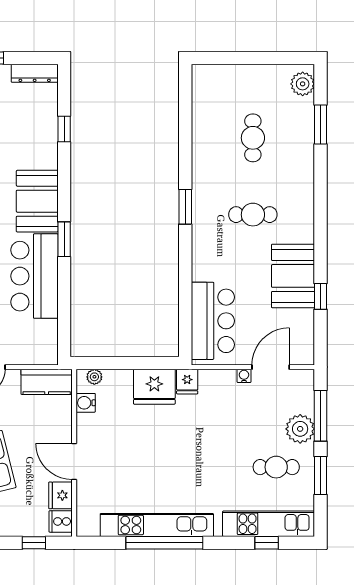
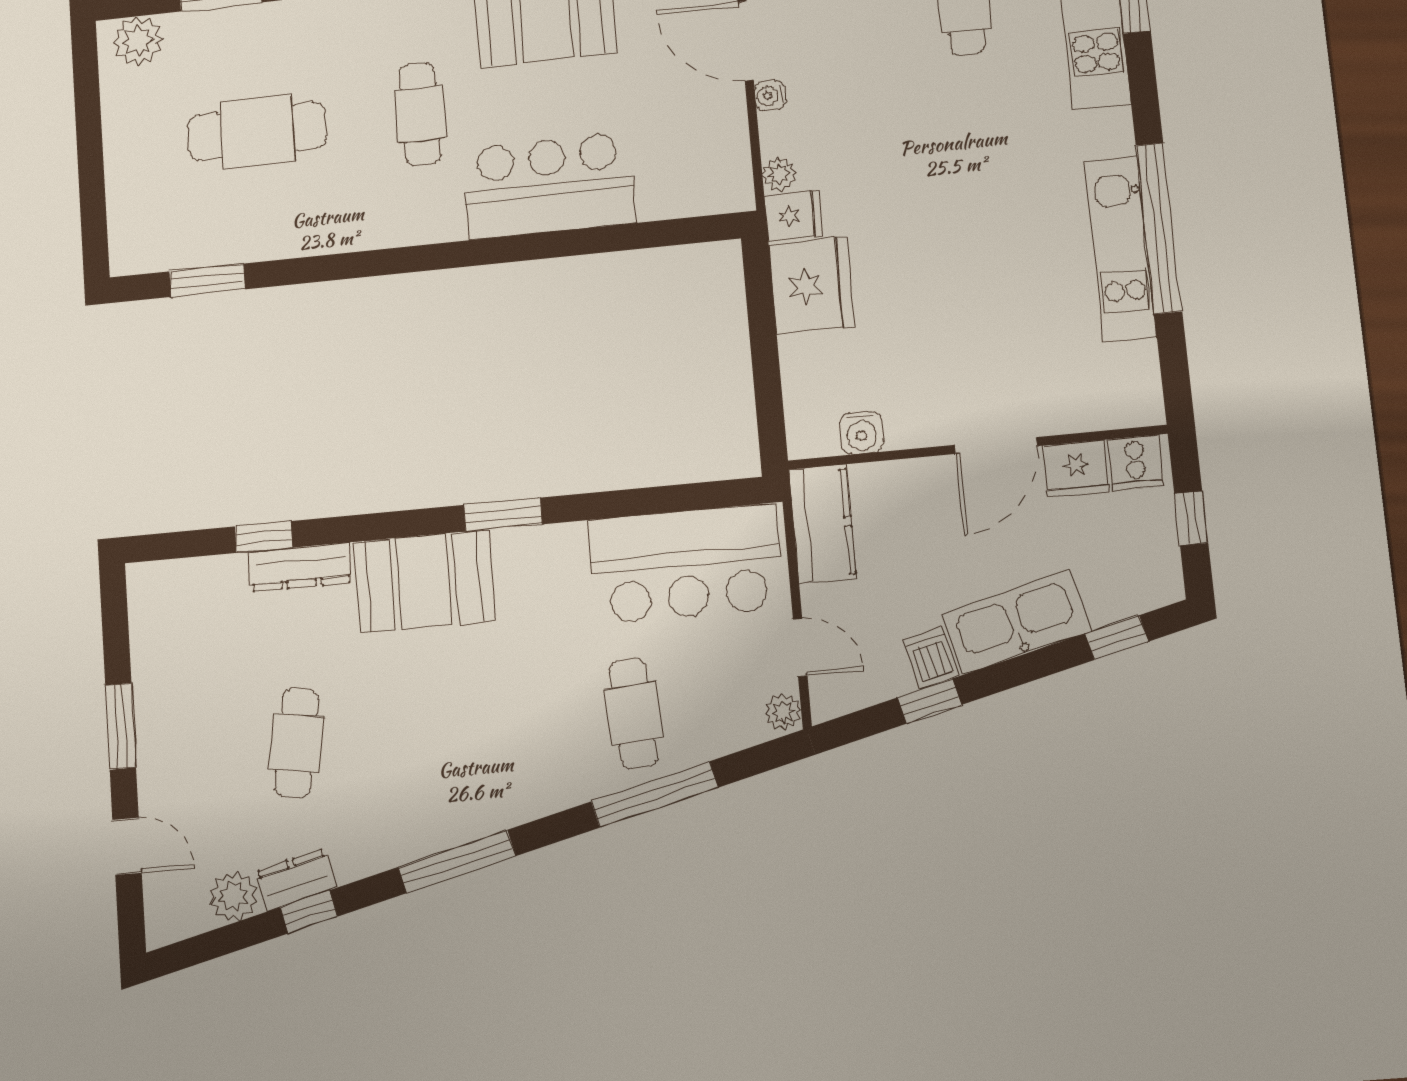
dresser: (35, 73) -> (301, 567), moved, turned 90
cafe table: (253, 138) -> (257, 132), width x1.37, depth x1.35
window: (185, 207) -> (207, 280), moved
bar counter: (34, 276) -> (686, 564), moved
bar counter: (213, 321) -> (549, 186), moved
plant: (94, 377) -> (779, 174), moved
kitchen unit: (157, 525) -> (1121, 249), width x0.73

